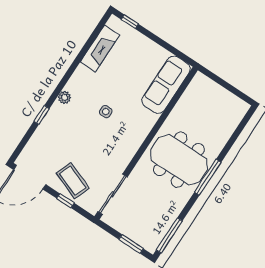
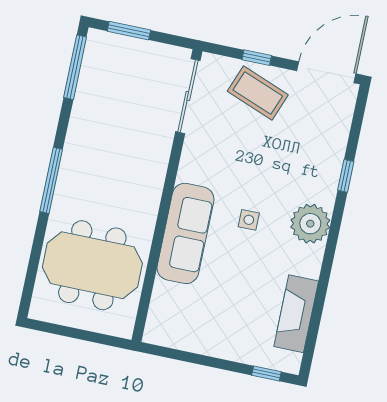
sofa: (166, 85) -> (185, 233), moved
plant: (64, 97) -> (310, 224), width x1.88, depth x1.88
meeting table: (179, 160) -> (92, 265), moved

